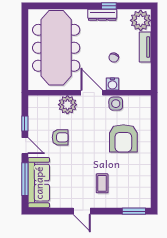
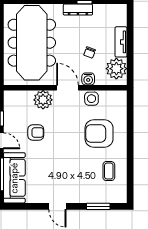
plant: (141, 20) -> (116, 69), moved
armchair: (123, 138) -> (99, 133), turned 90
coffee table: (102, 183) -> (109, 171), moved
window: (134, 211) -> (98, 206), moved

